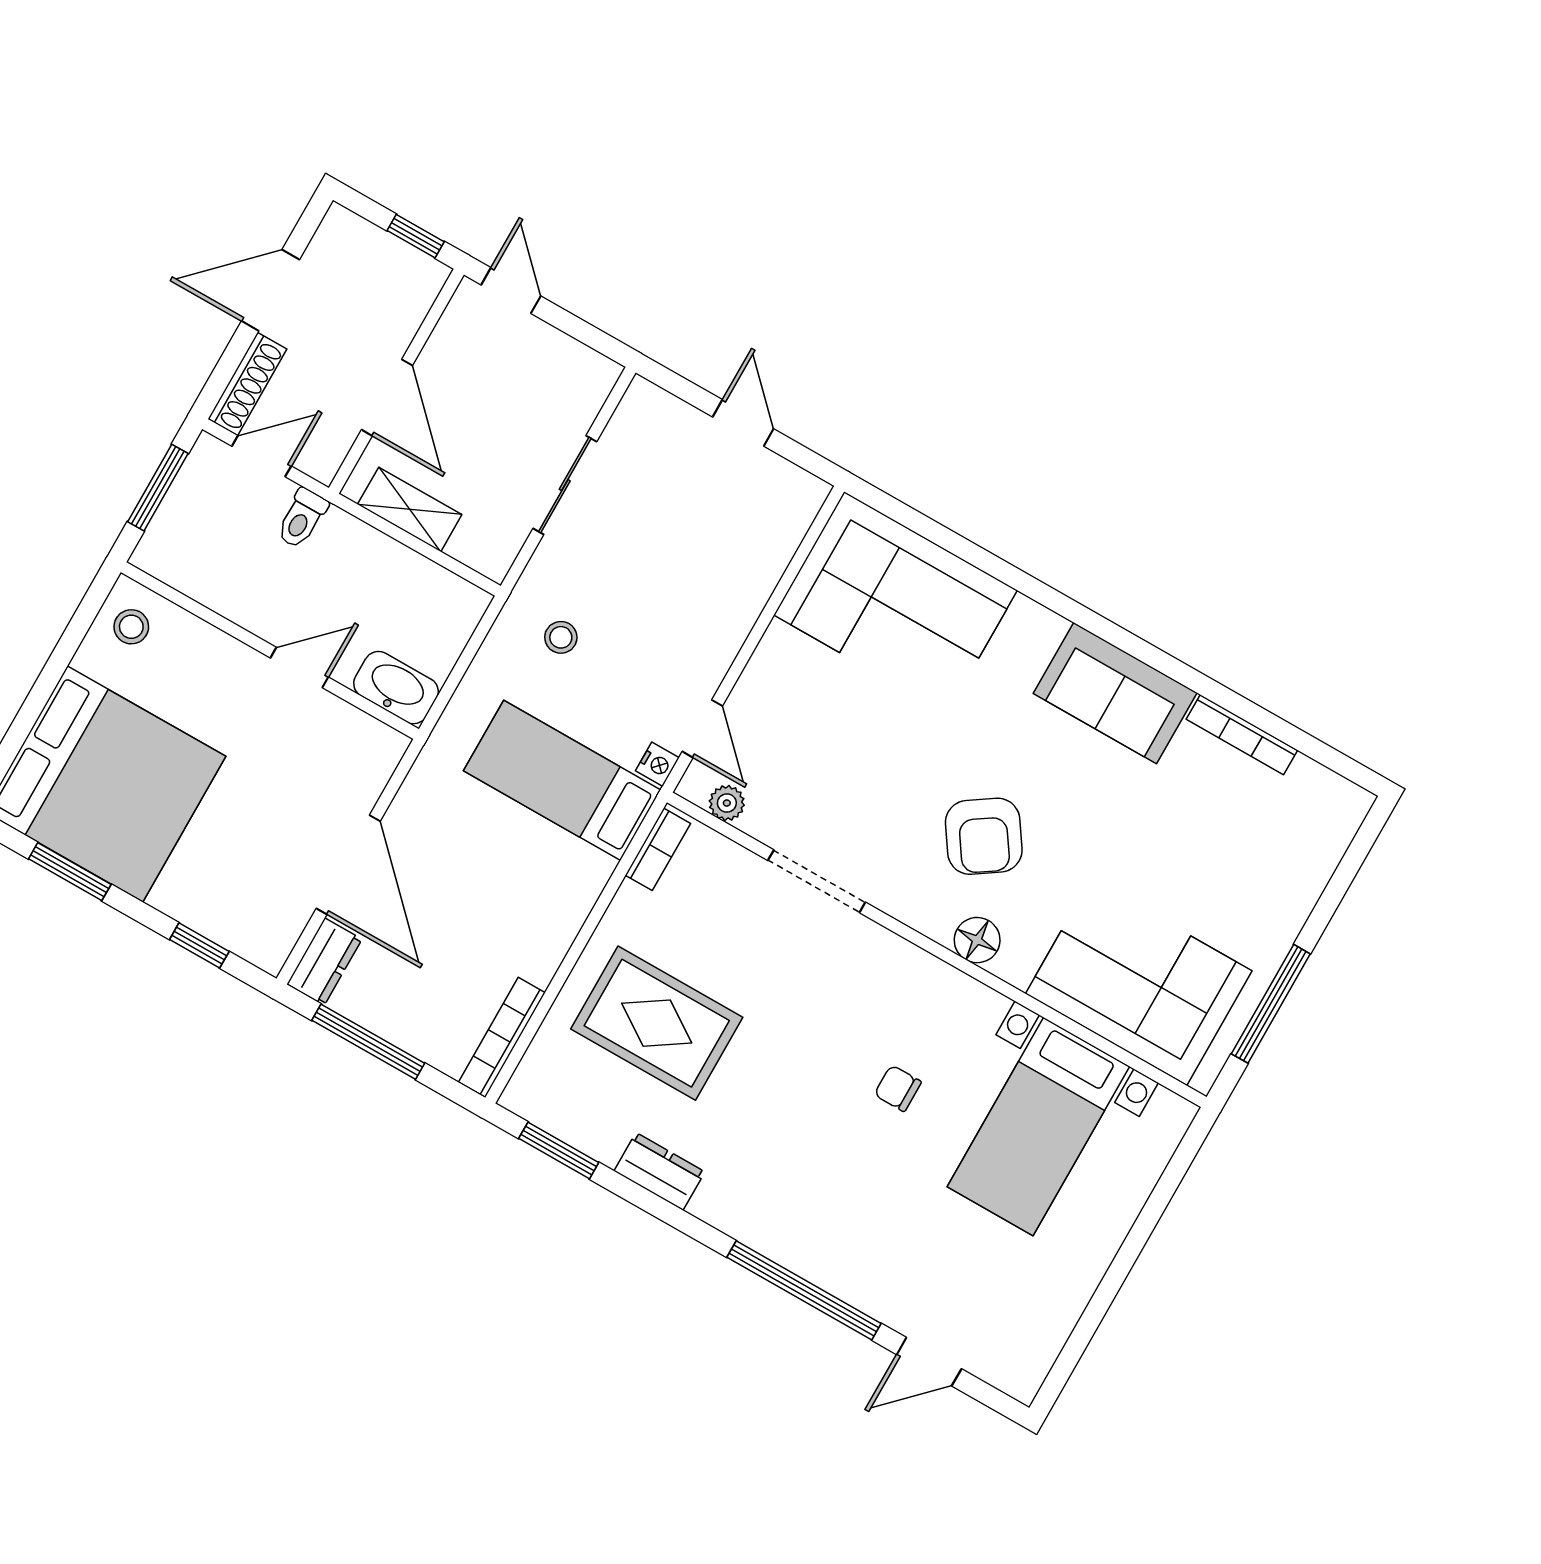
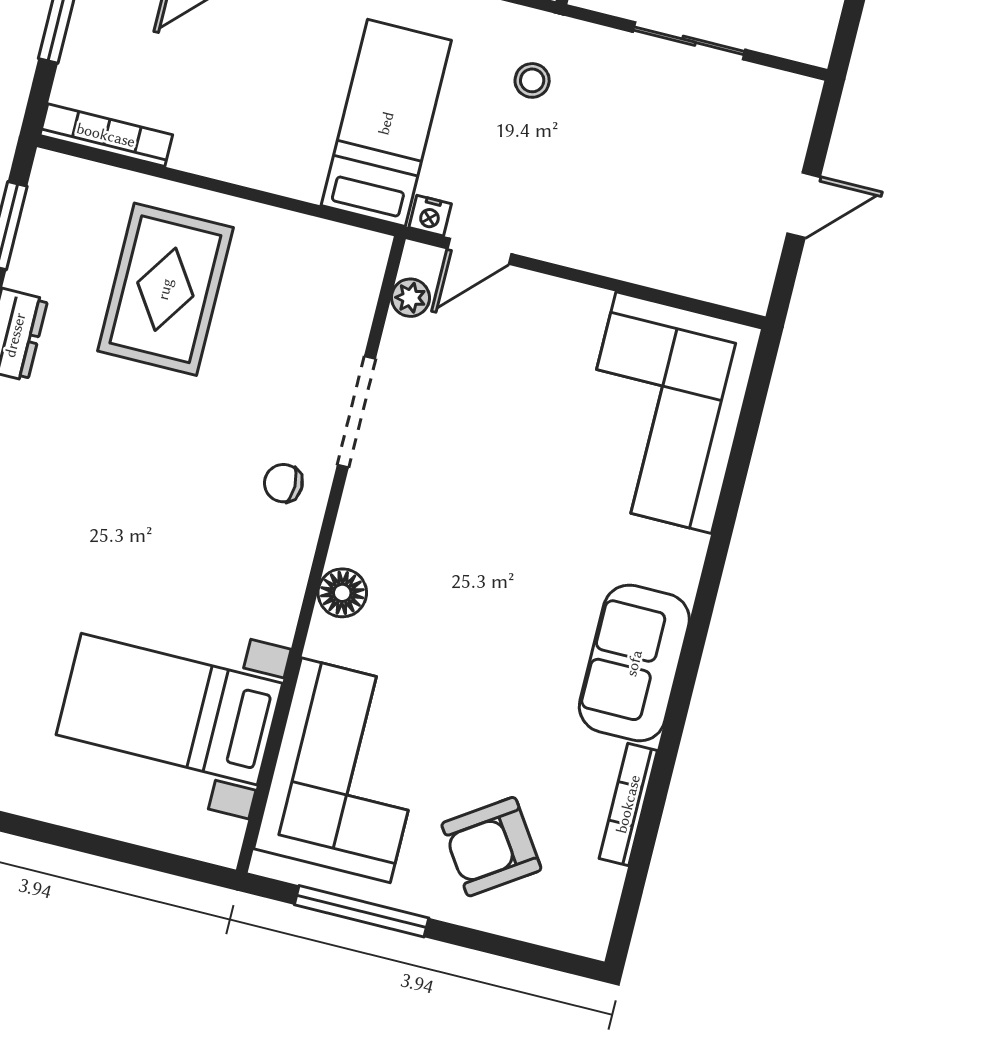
armchair: (984, 836) -> (491, 847), moved
bookcase: (658, 849) -> (343, 241), removed
chair: (898, 1088) -> (283, 483), moved, turned -90

